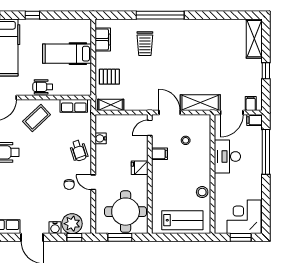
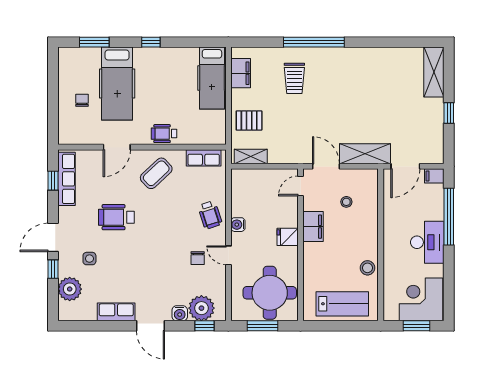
hospital bed: (67, 54) -> (212, 78), moved, turned -90
filing cabinet: (251, 103) -> (429, 155), removed
water cooler: (101, 138) -> (238, 225), moved
filing cabinet: (159, 154) -> (313, 227), width x2.00
desk: (227, 156) -> (427, 242), moved, turned 180

